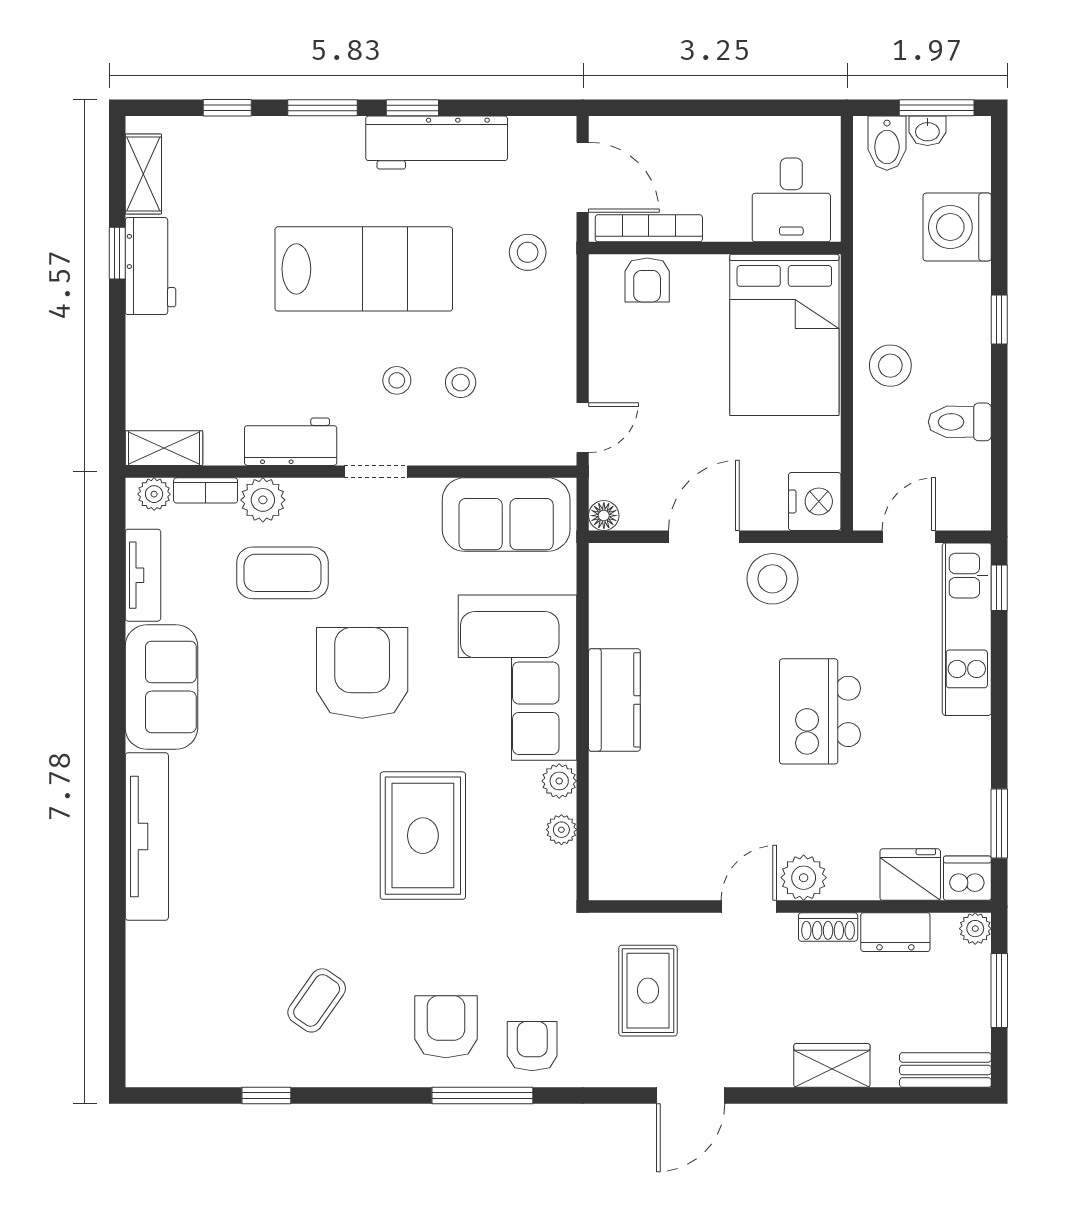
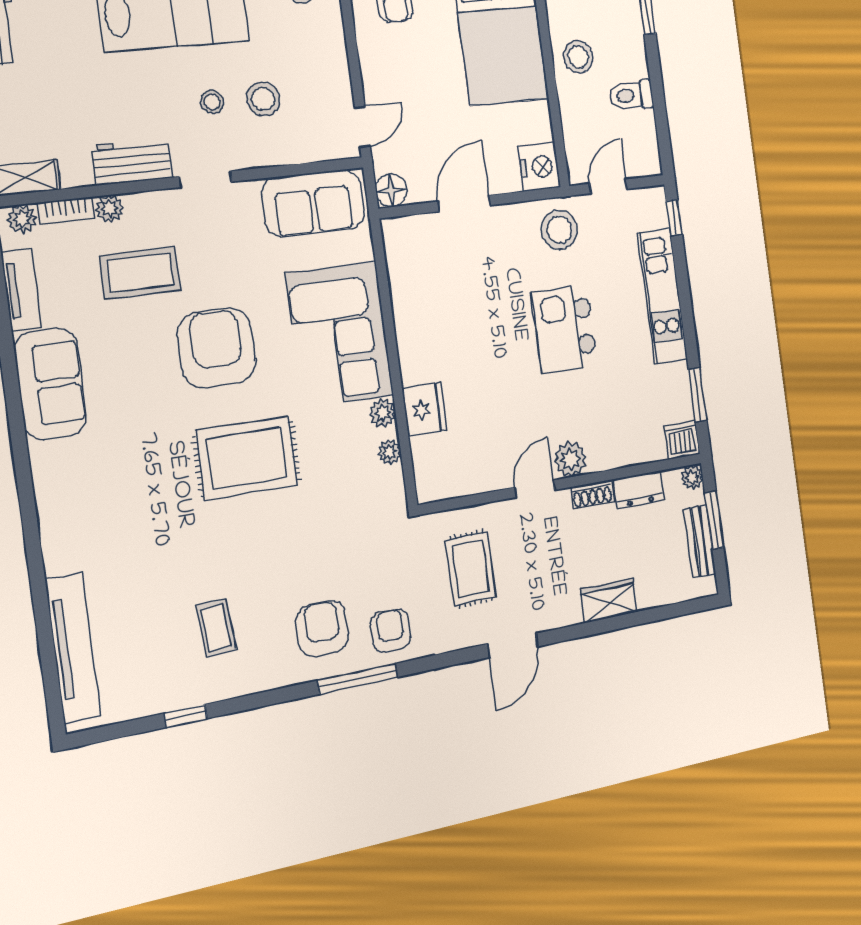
stool: (461, 383) -> (263, 99), width x1.37, depth x1.37
plant: (263, 500) -> (110, 209), width x0.73, depth x0.73
floor lamp: (604, 516) -> (391, 190), width x1.37, depth x1.37
stool: (772, 579) -> (559, 230), moved
kitchen unit: (967, 629) -> (662, 296), moved
kitchen counter: (614, 700) -> (415, 342), removed
rug: (423, 836) -> (247, 458), moved, turned 90
tv unit: (147, 837) -> (73, 648), moved
fridge: (910, 875) -> (424, 409), moved, turned 90
coffee table: (317, 1000) -> (216, 627), turned -39
bench: (945, 1070) -> (700, 541), moved, turned 90

